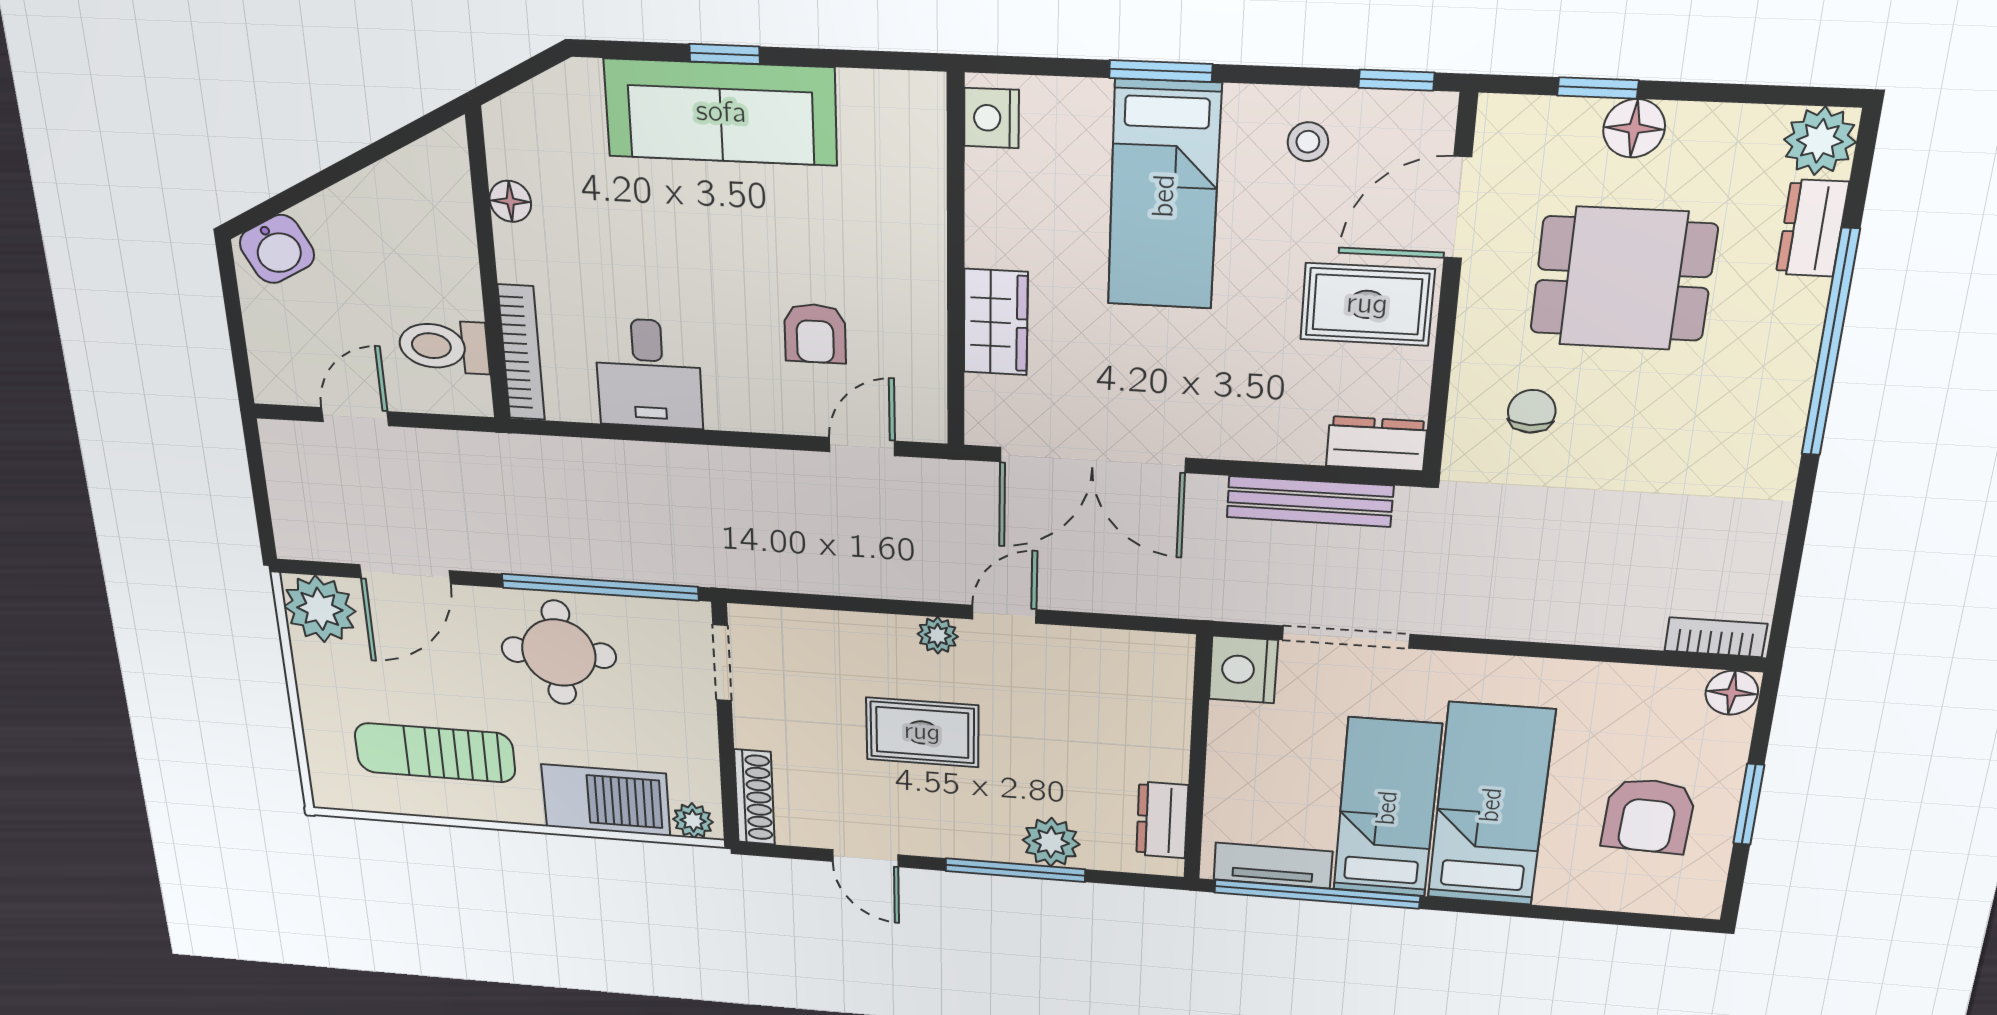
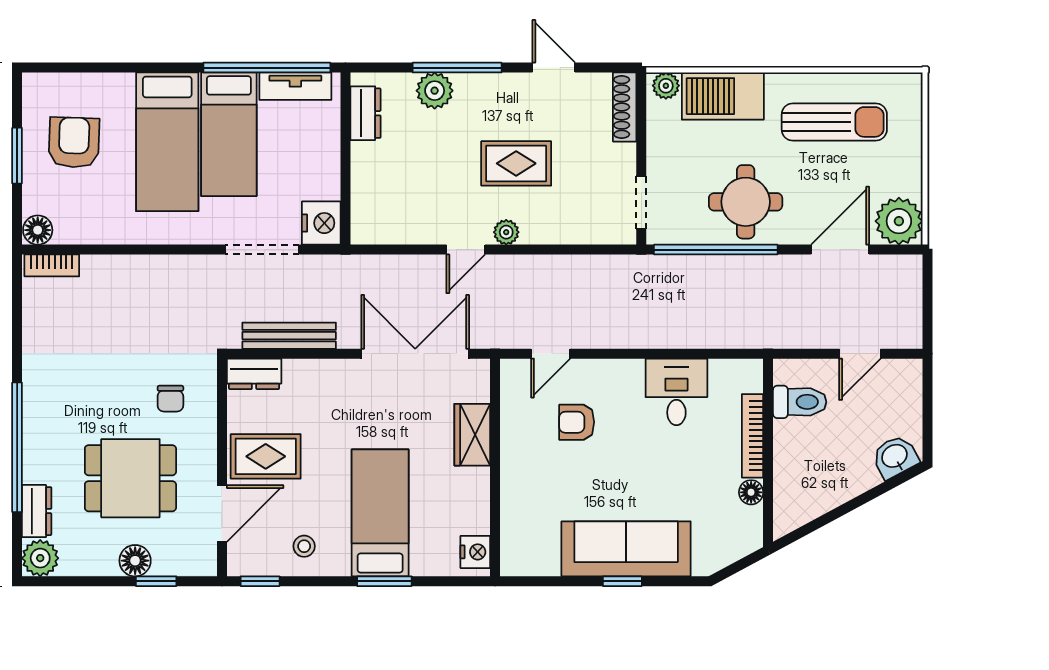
armchair: (815, 333) -> (577, 422), turned -90
bookcase: (521, 353) -> (753, 436), moved

